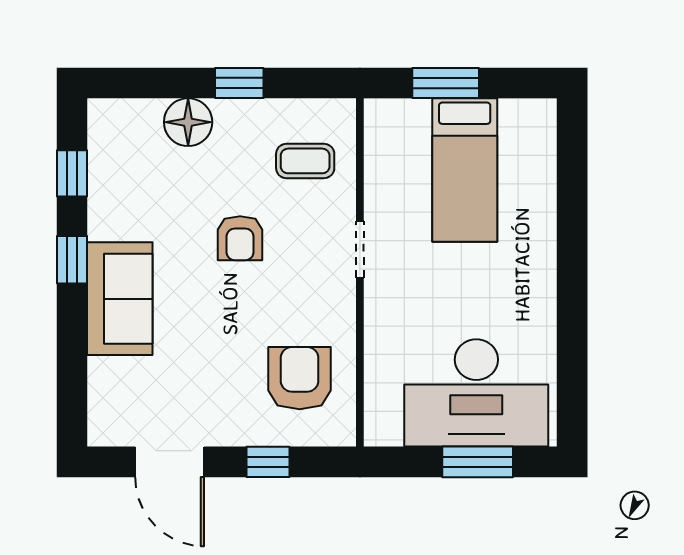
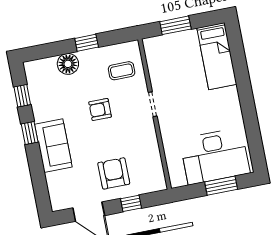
bed: (465, 170) -> (217, 56), moved
armchair: (240, 238) -> (100, 109), turned 90
armchair: (300, 378) -> (114, 173), moved

